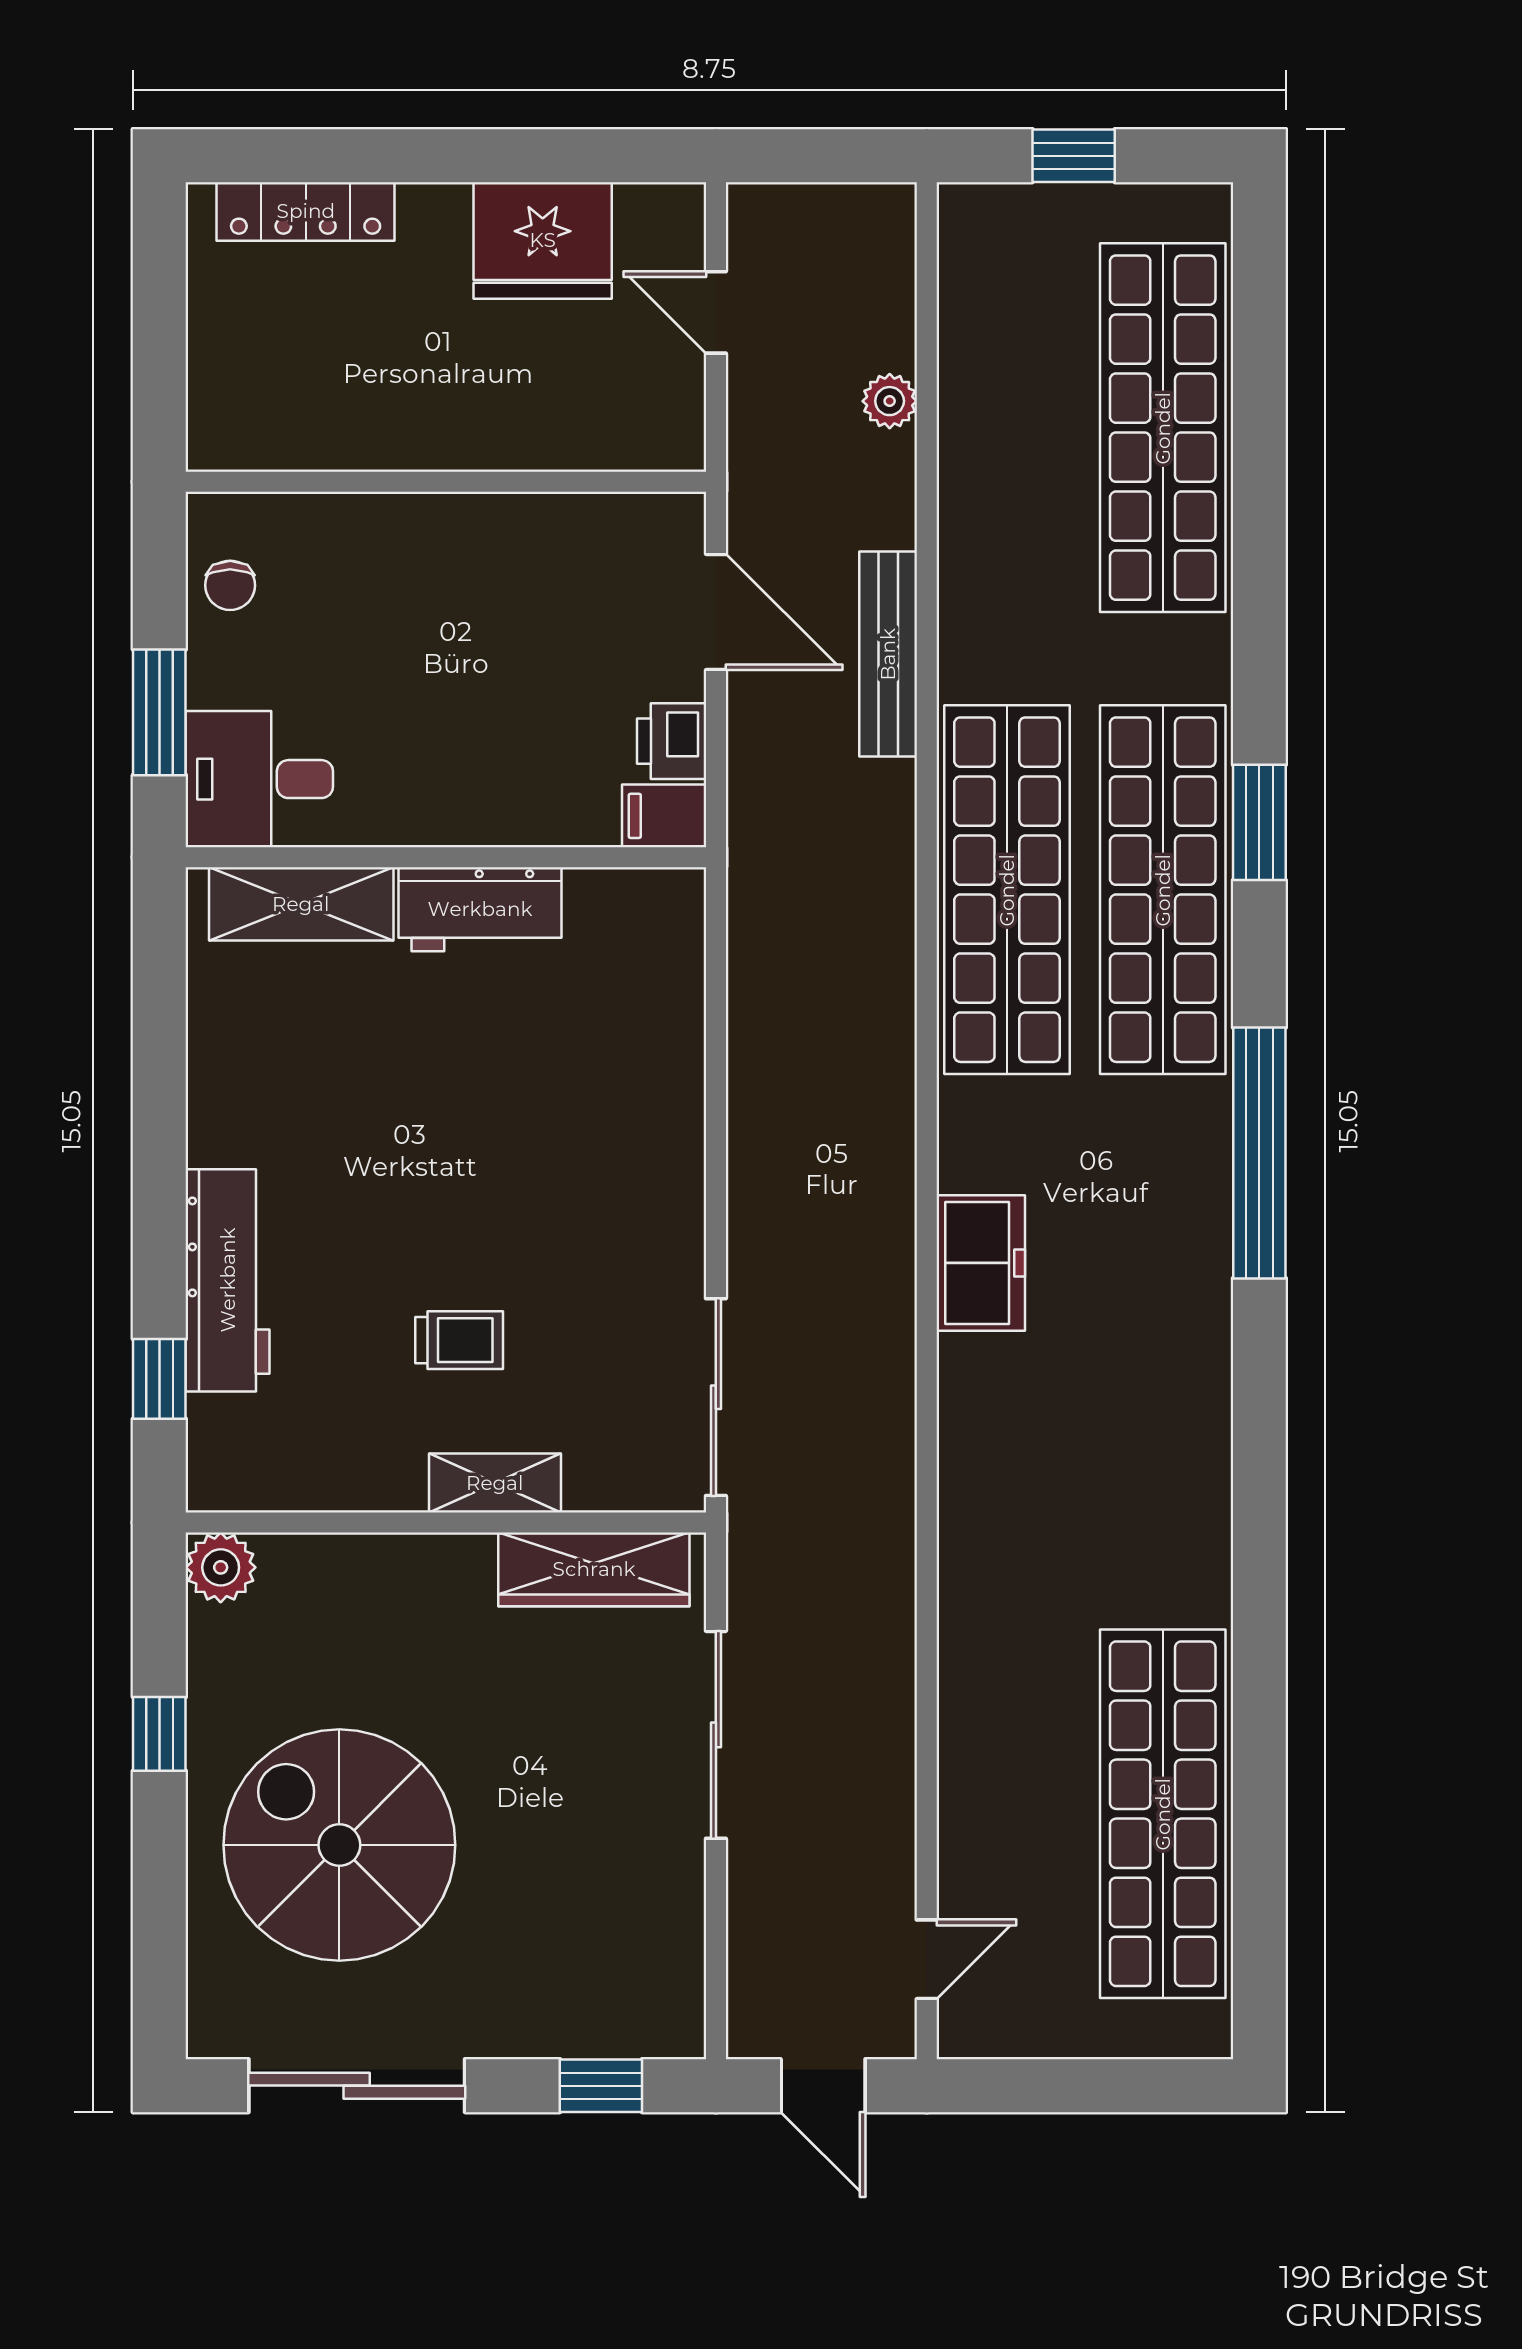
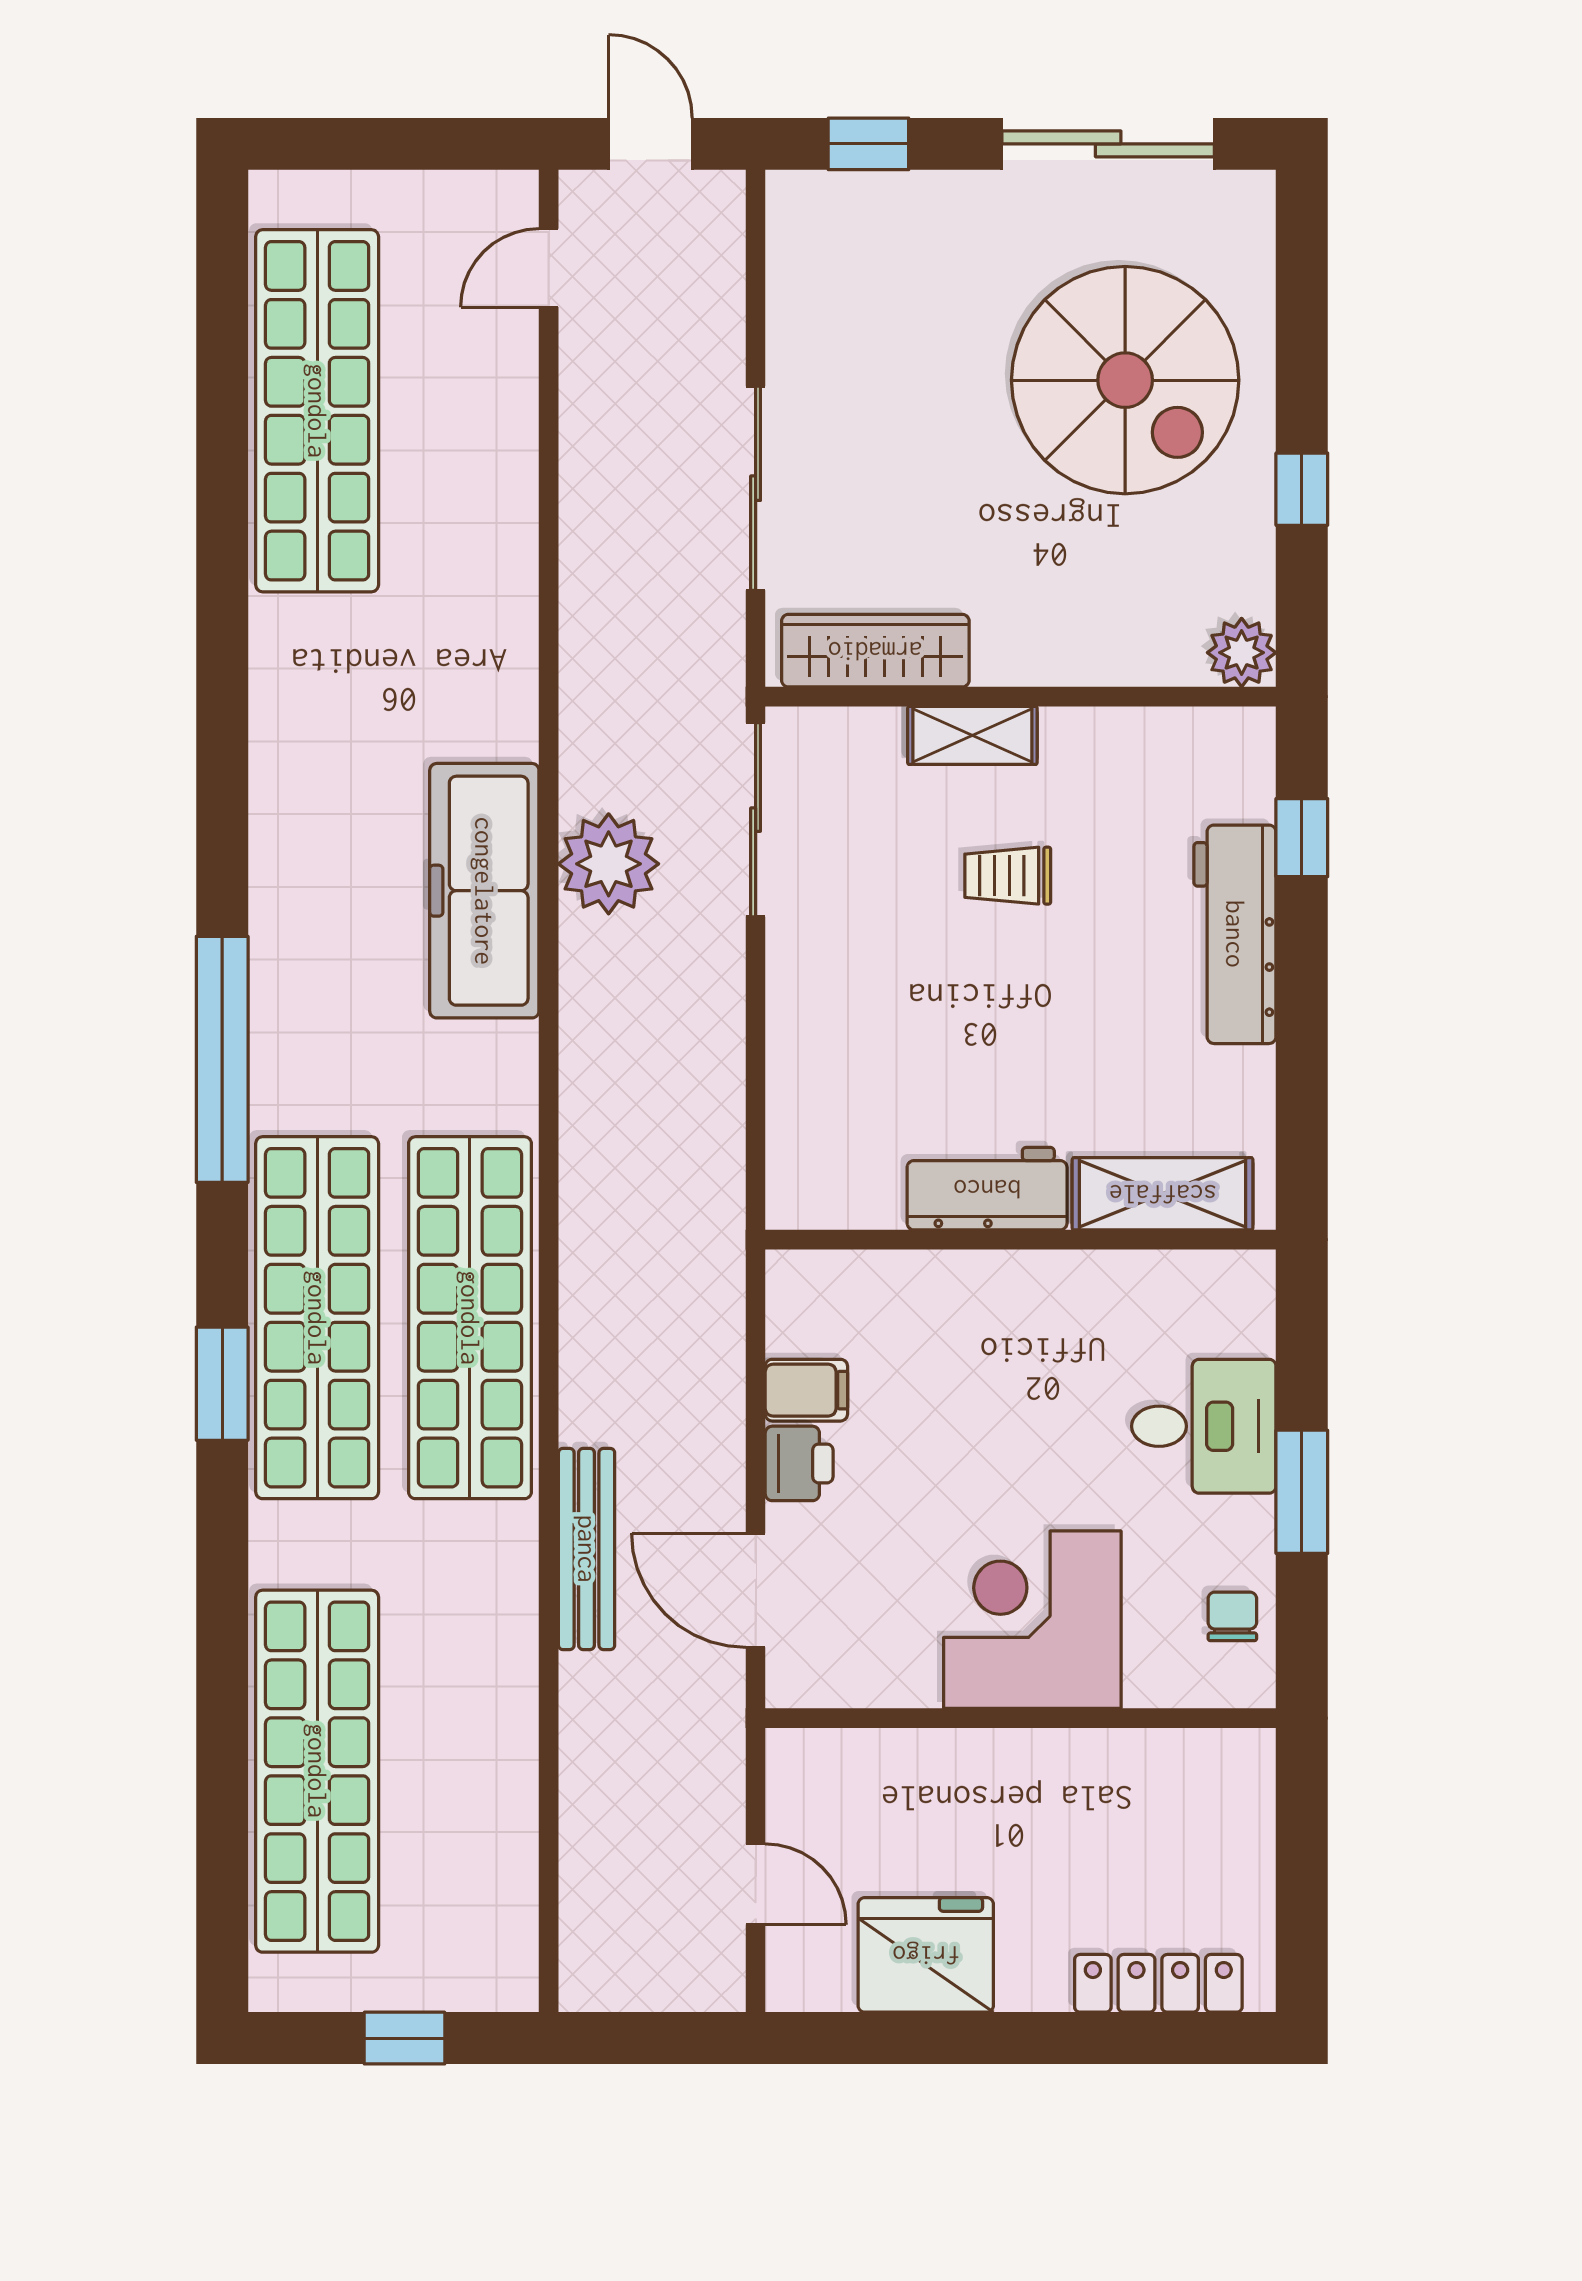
plant: (890, 401) -> (609, 864), moved, width x1.88, depth x1.88
corner desk: (434, 582) -> (1032, 1620), added
wall: (446, 857) -> (1021, 1240), moved
shelving: (301, 904) -> (1163, 1194), moved
workbench: (480, 909) -> (987, 1189), moved
freezer: (981, 1263) -> (484, 891), width x1.91, depth x1.26

